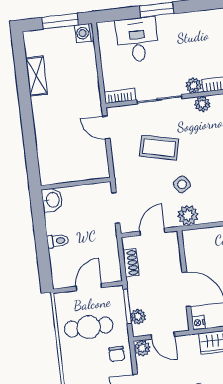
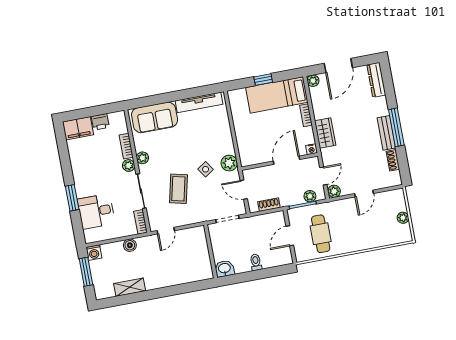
boiler: (91, 80) -> (130, 245), added
door: (89, 287) -> (290, 236), hinge flipped
chair: (117, 354) -> (340, 211), removed

